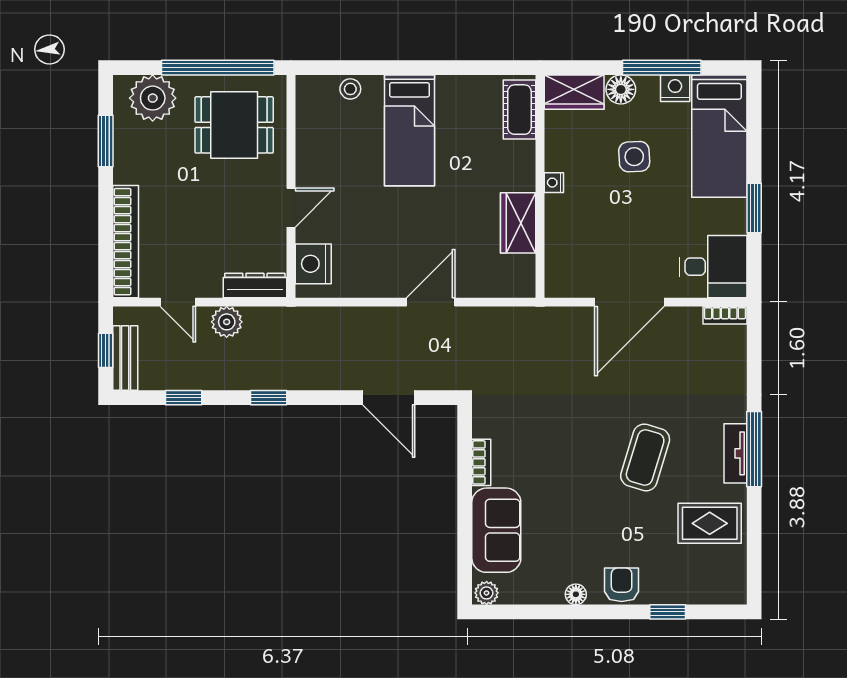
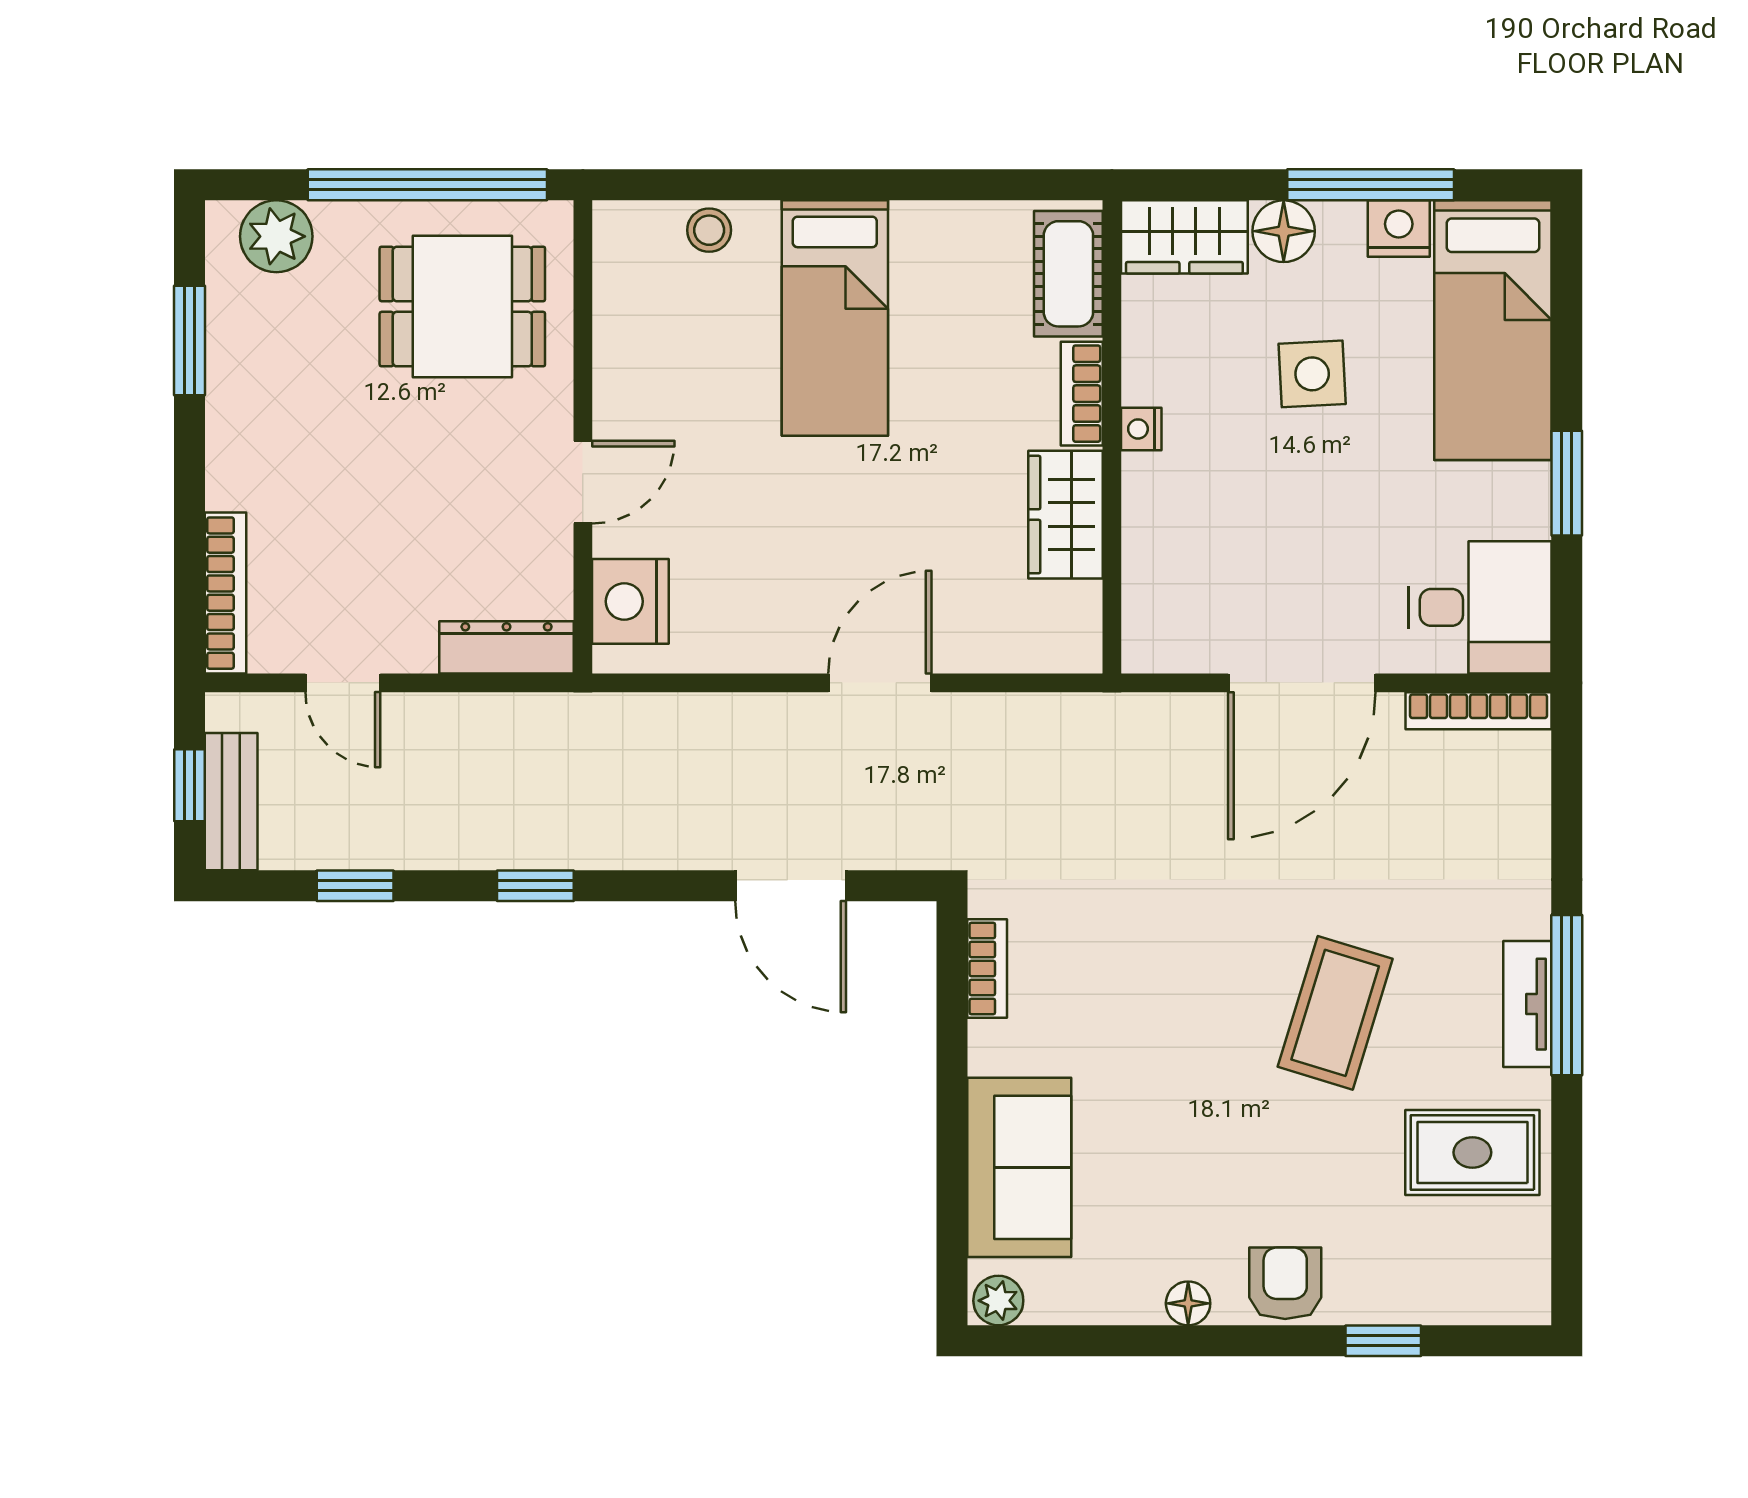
plant: (153, 98) -> (276, 236), width x0.73, depth x0.73
bookcase: (526, 166) -> (1082, 394), added
bookcase: (126, 242) -> (225, 593), width x0.68, depth x0.76
bookcase: (725, 315) -> (1479, 711), width x1.56
plant: (227, 322) -> (447, 725), removed
bookcase: (481, 462) -> (987, 968), moved

